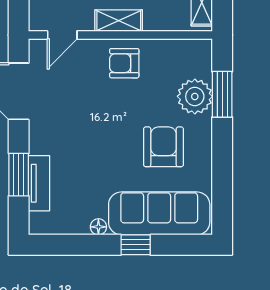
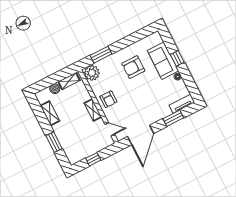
plant: (195, 96) -> (92, 73), moved
tv unit: (39, 183) -> (182, 104), moved
sofa: (159, 213) -> (163, 61), width x0.73

